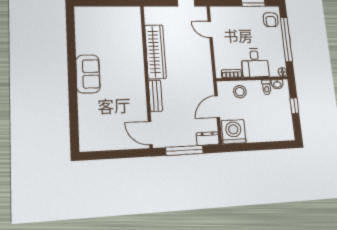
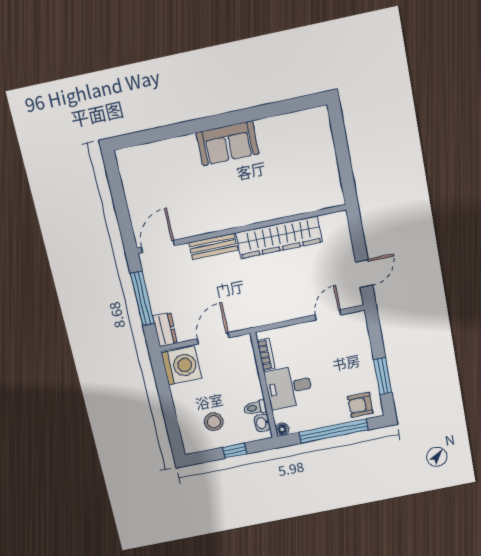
stool: (240, 92) -> (214, 422), moved
door: (217, 107) -> (213, 338), hinge flipped

